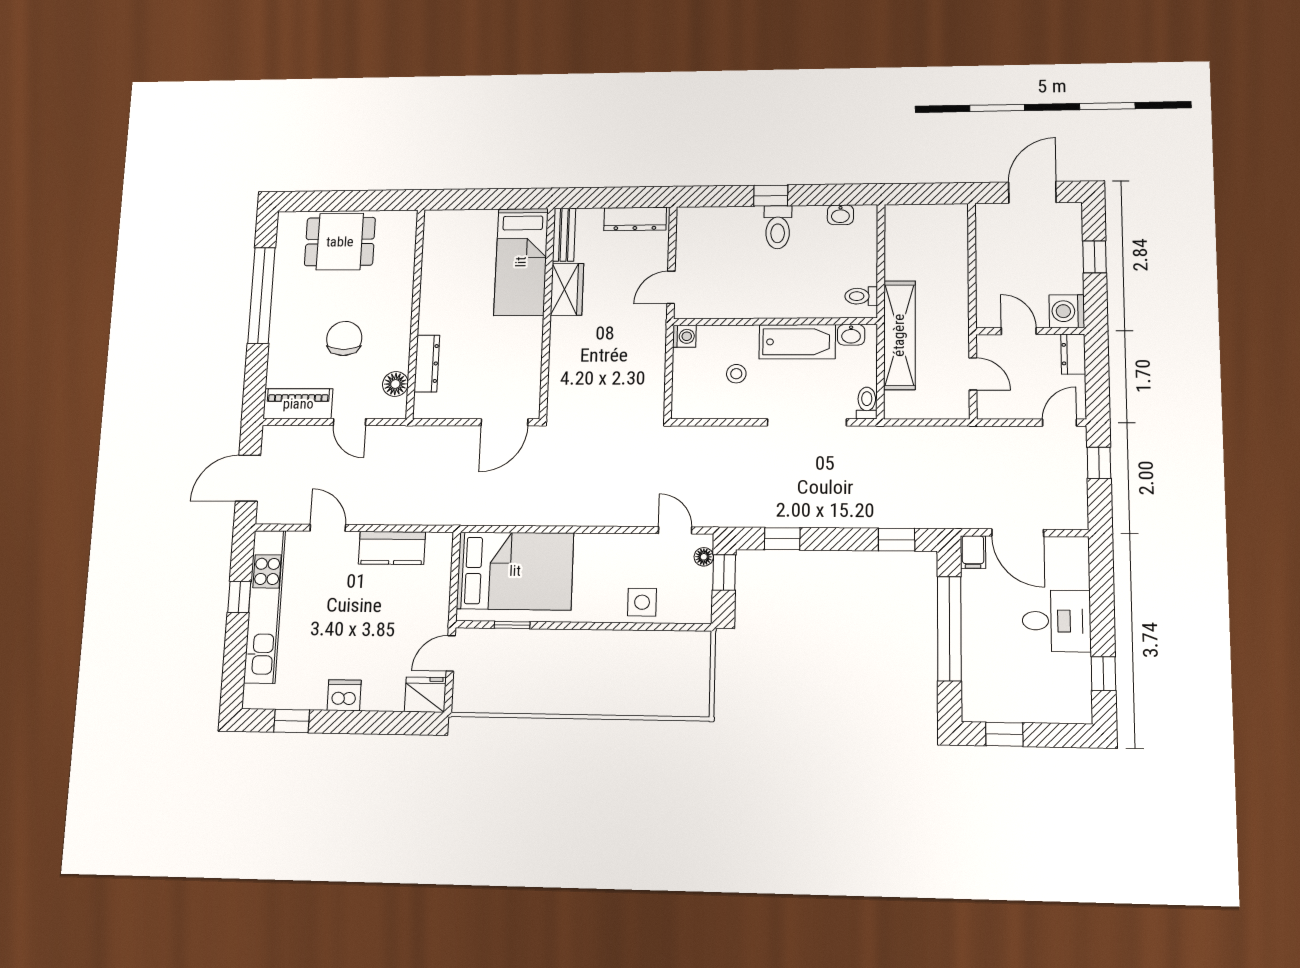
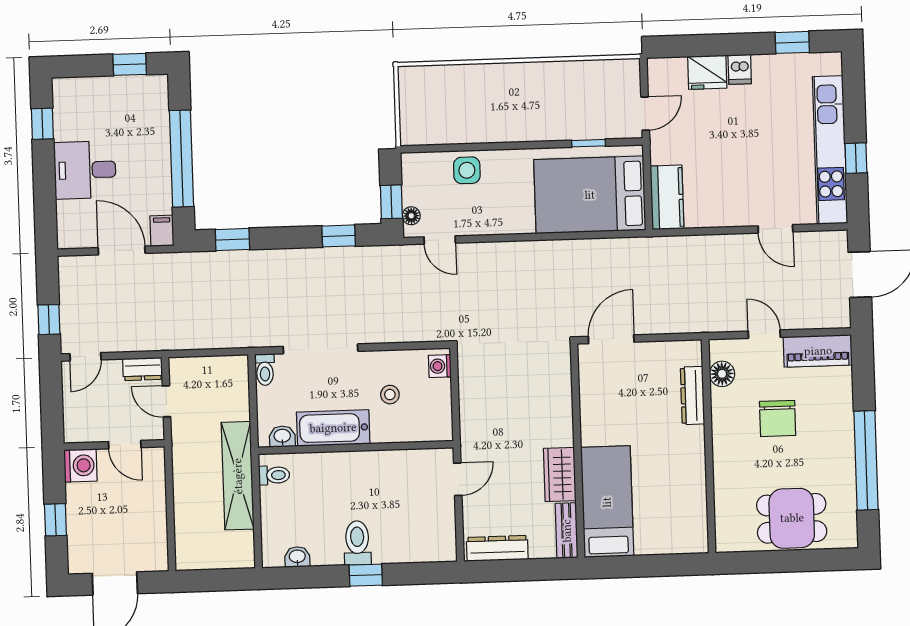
shelving: (899, 335) -> (238, 476), moved
washing machine: (684, 336) -> (440, 366), moved
dresser: (1073, 354) -> (143, 369), moved, turned 90
kitchen counter: (392, 548) -> (667, 197), moved, turned 90
dishwasher: (344, 695) -> (740, 69), width x0.73
fridge: (425, 695) -> (707, 72), moved

